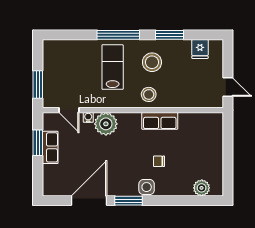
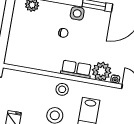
row of seats: (160, 121) -> (76, 69), moved

